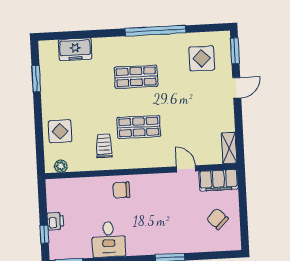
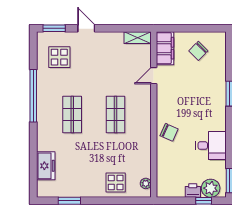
trolley: (104, 146) -> (130, 145), removed
chair: (121, 190) -> (169, 132), turned -66
plant: (59, 242) -> (211, 188), added

